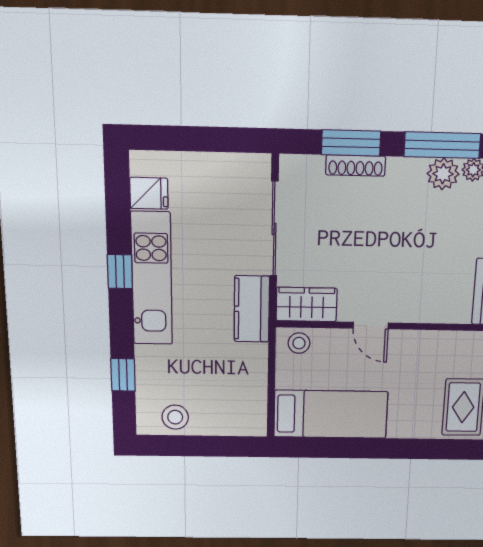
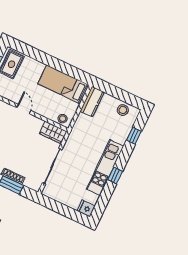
fridge: (149, 193) -> (86, 208), moved
kitchen counter: (252, 309) -> (92, 102), moved
door: (371, 326) -> (24, 109), moved

